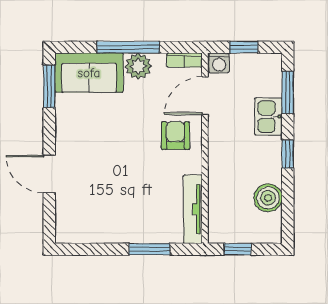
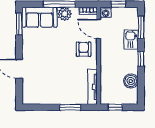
door: (205, 96) -> (99, 29), hinge flipped

